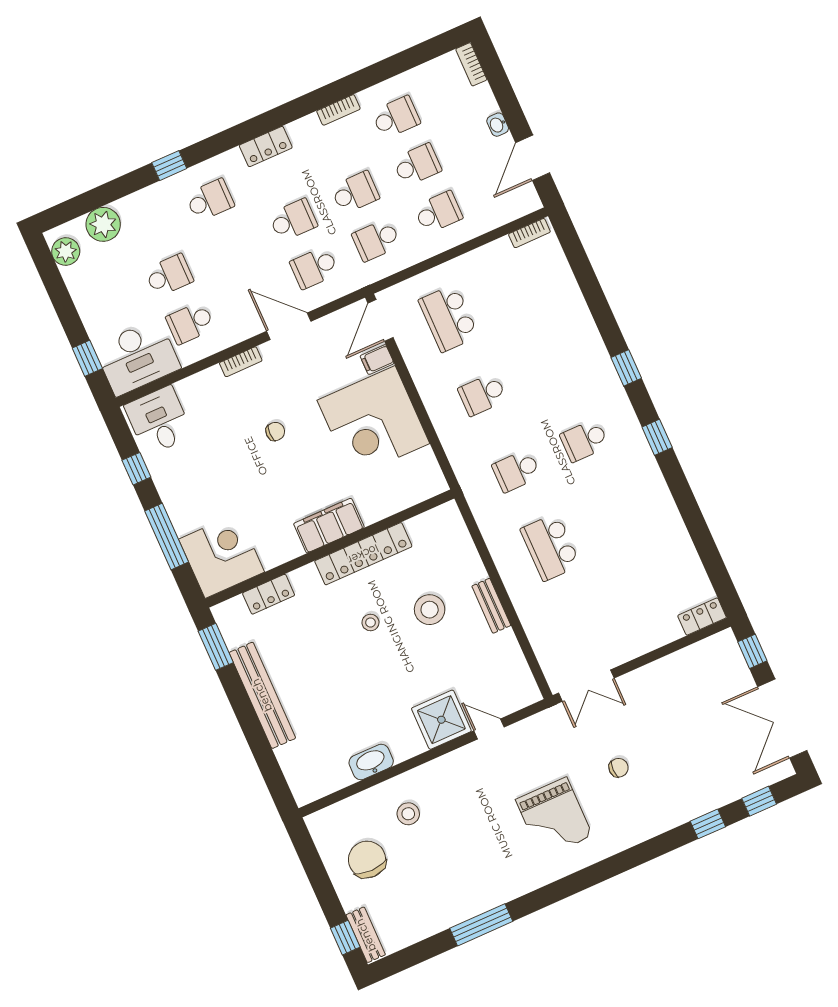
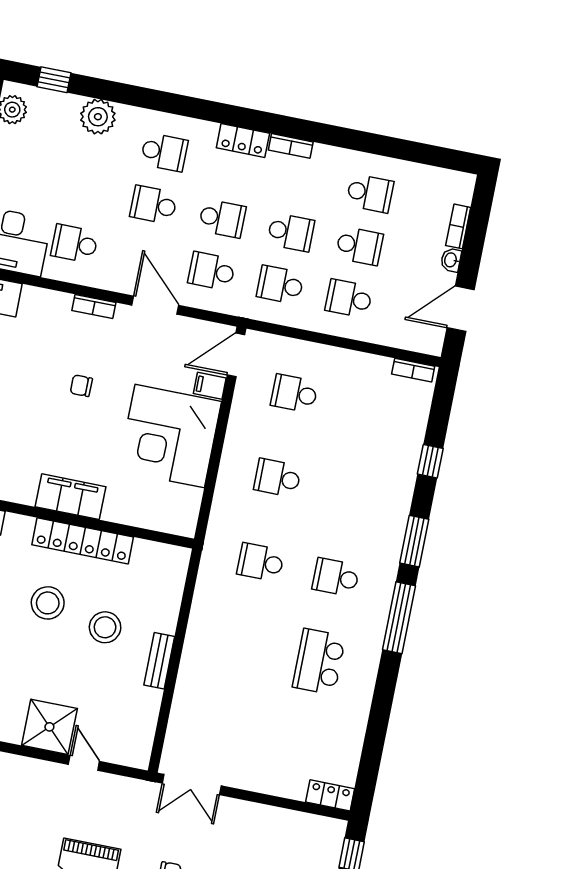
bookcase: (471, 64) -> (458, 226), moved
bookcase: (338, 110) -> (291, 146), moved
window: (169, 166) -> (54, 80), moved
school desk: (438, 212) -> (349, 299), turned 180
plant: (103, 224) -> (98, 117), moved
school desk: (169, 275) -> (154, 205), moved, turned 180
window: (594, 296) -> (430, 461), added
school desk: (448, 318) -> (294, 394), width x0.54
window: (626, 368) -> (414, 541), width x1.50
chair: (275, 431) -> (81, 386), turned 180
window: (657, 437) -> (399, 618), width x2.17
school desk: (550, 547) -> (319, 662), moved
stool: (370, 622) -> (48, 603), width x1.89, depth x1.89

